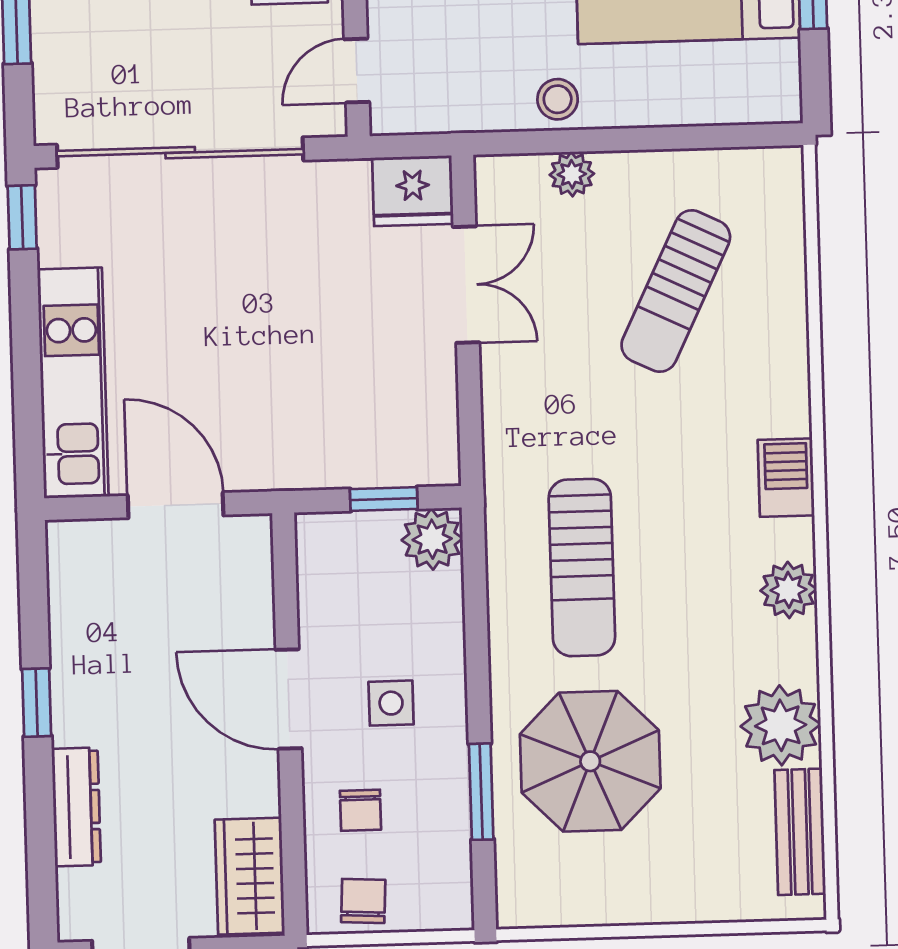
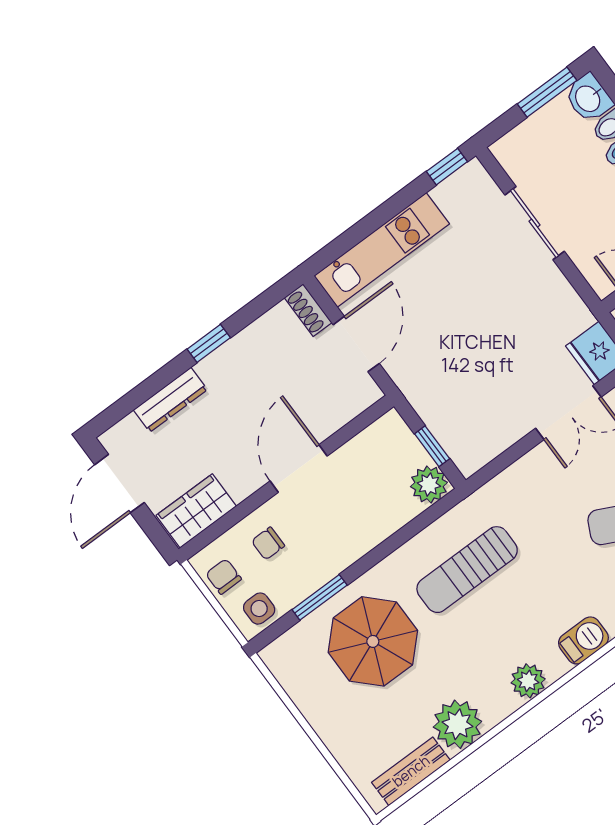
sliding door: (180, 153) -> (535, 223), width x0.54
shoe rack: (85, 538) -> (308, 310), added
side table: (391, 703) -> (259, 609), moved
chair: (363, 901) -> (223, 576), turned -93

